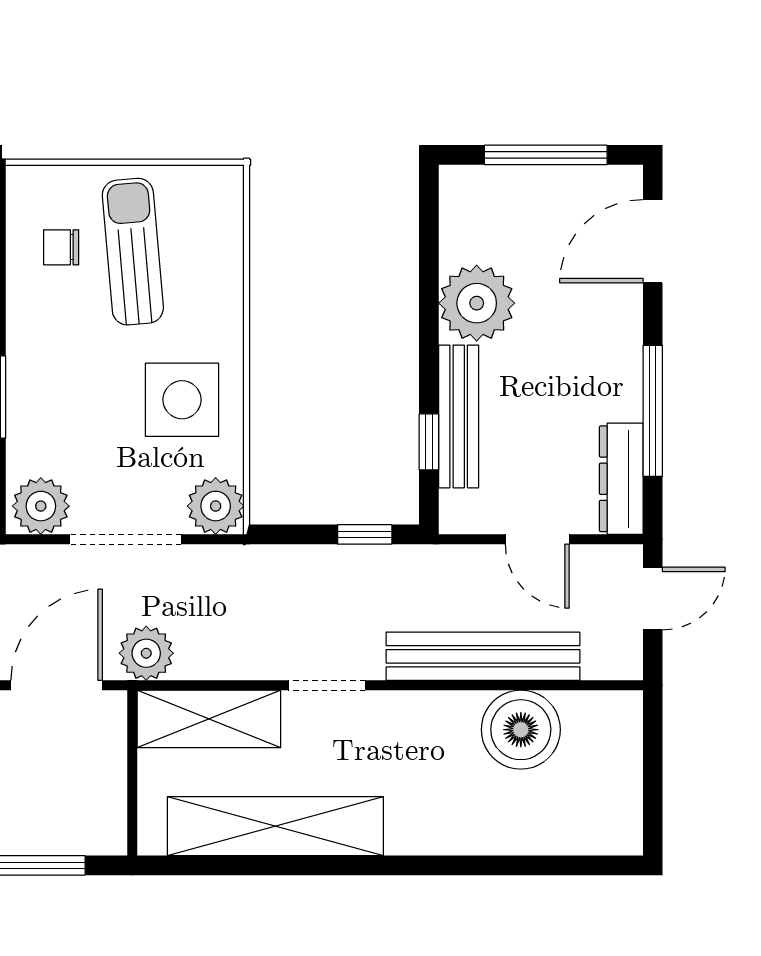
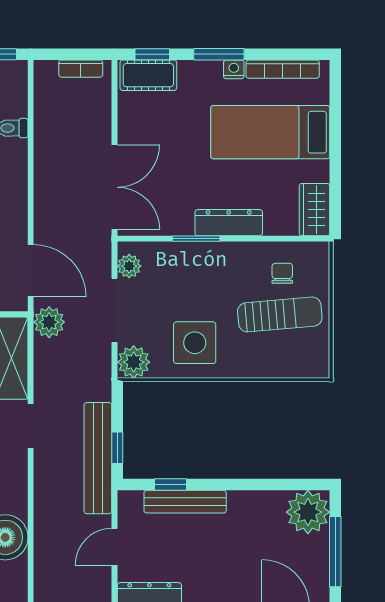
plant: (477, 303) -> (308, 512), moved
plant: (41, 506) -> (129, 266), width x0.73, depth x0.73
bench: (483, 656) -> (98, 458), moved

